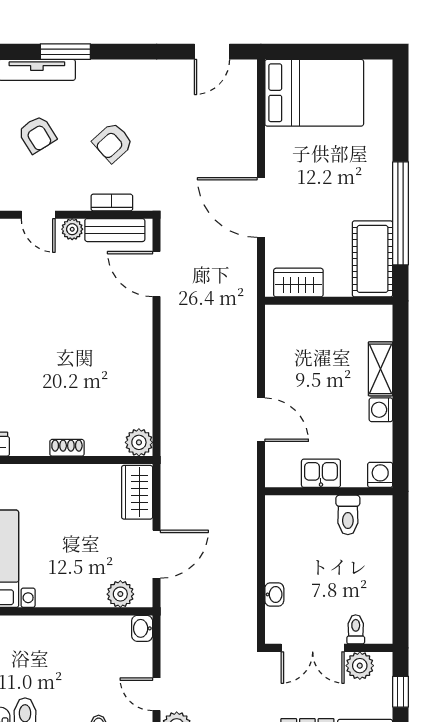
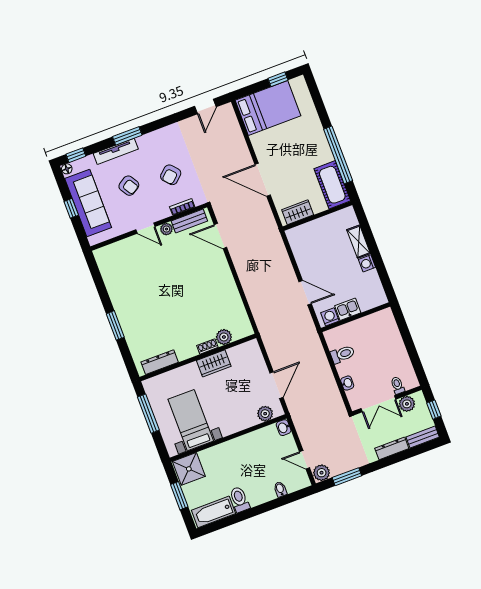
window: (348, 52) -> (278, 79), added
plant: (139, 442) -> (224, 337), moved
washing machine: (380, 475) -> (330, 317), moved
wardrobe: (137, 492) -> (214, 363), moved, turned -90
toilet: (348, 515) -> (343, 354), moved, turned -90

